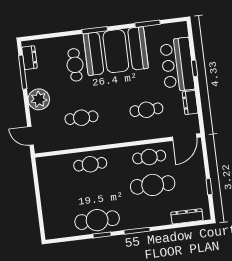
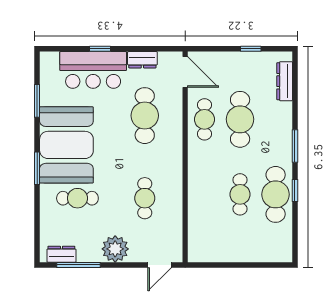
cafe table: (146, 110) -> (145, 116), width x1.37, depth x1.35
cafe table: (90, 164) -> (240, 194), moved

